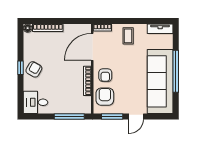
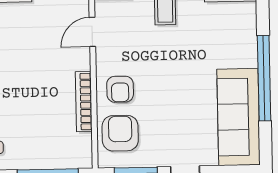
door: (92, 47) -> (92, 32), width x0.53
sofa: (160, 81) -> (238, 117), width x0.74, depth x0.79

